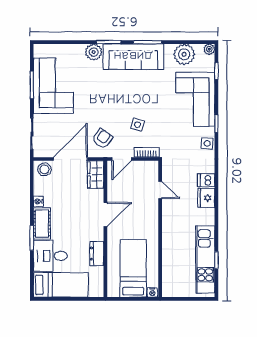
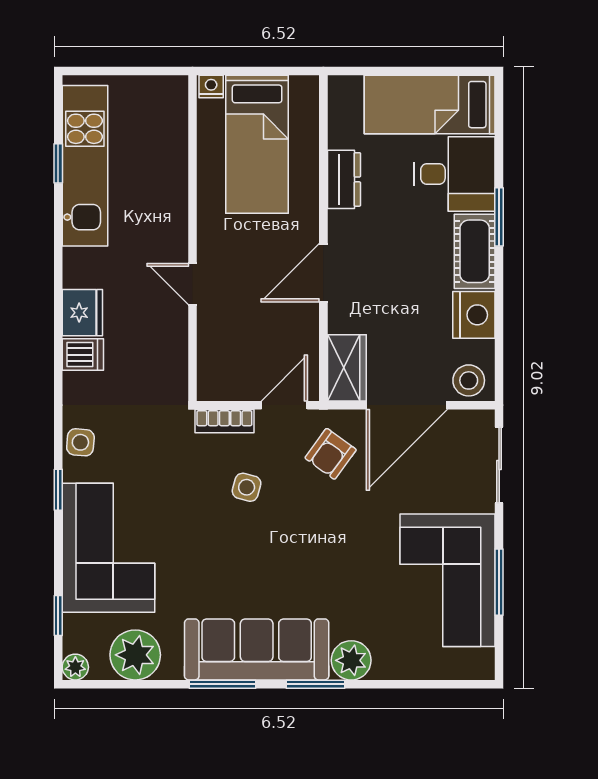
door: (160, 190) -> (192, 284), moved
nightstand: (38, 201) -> (474, 315), width x1.89, depth x1.79

